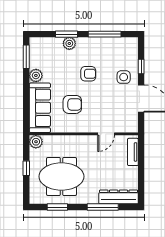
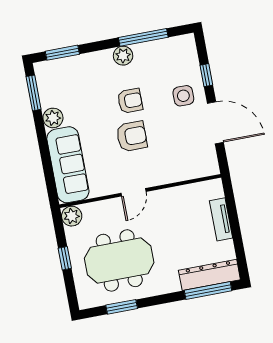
window: (66, 34) -> (62, 53), moved
plant: (69, 43) -> (123, 56), moved
armchair: (72, 104) -> (132, 136), moved
door: (106, 134) -> (133, 192), moved
tv unit: (133, 152) -> (221, 219), moved
window: (103, 207) -> (208, 291), moved

